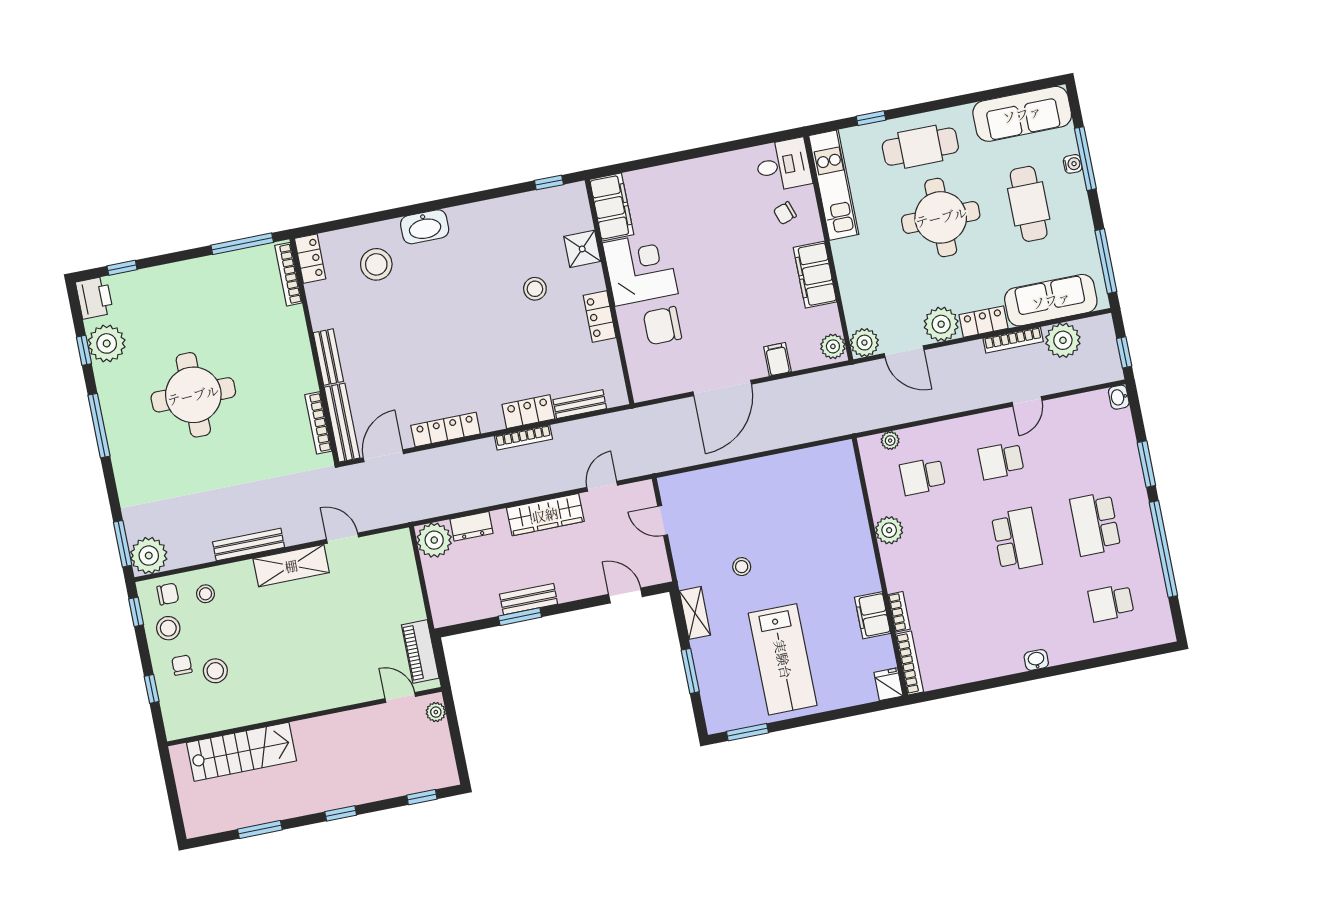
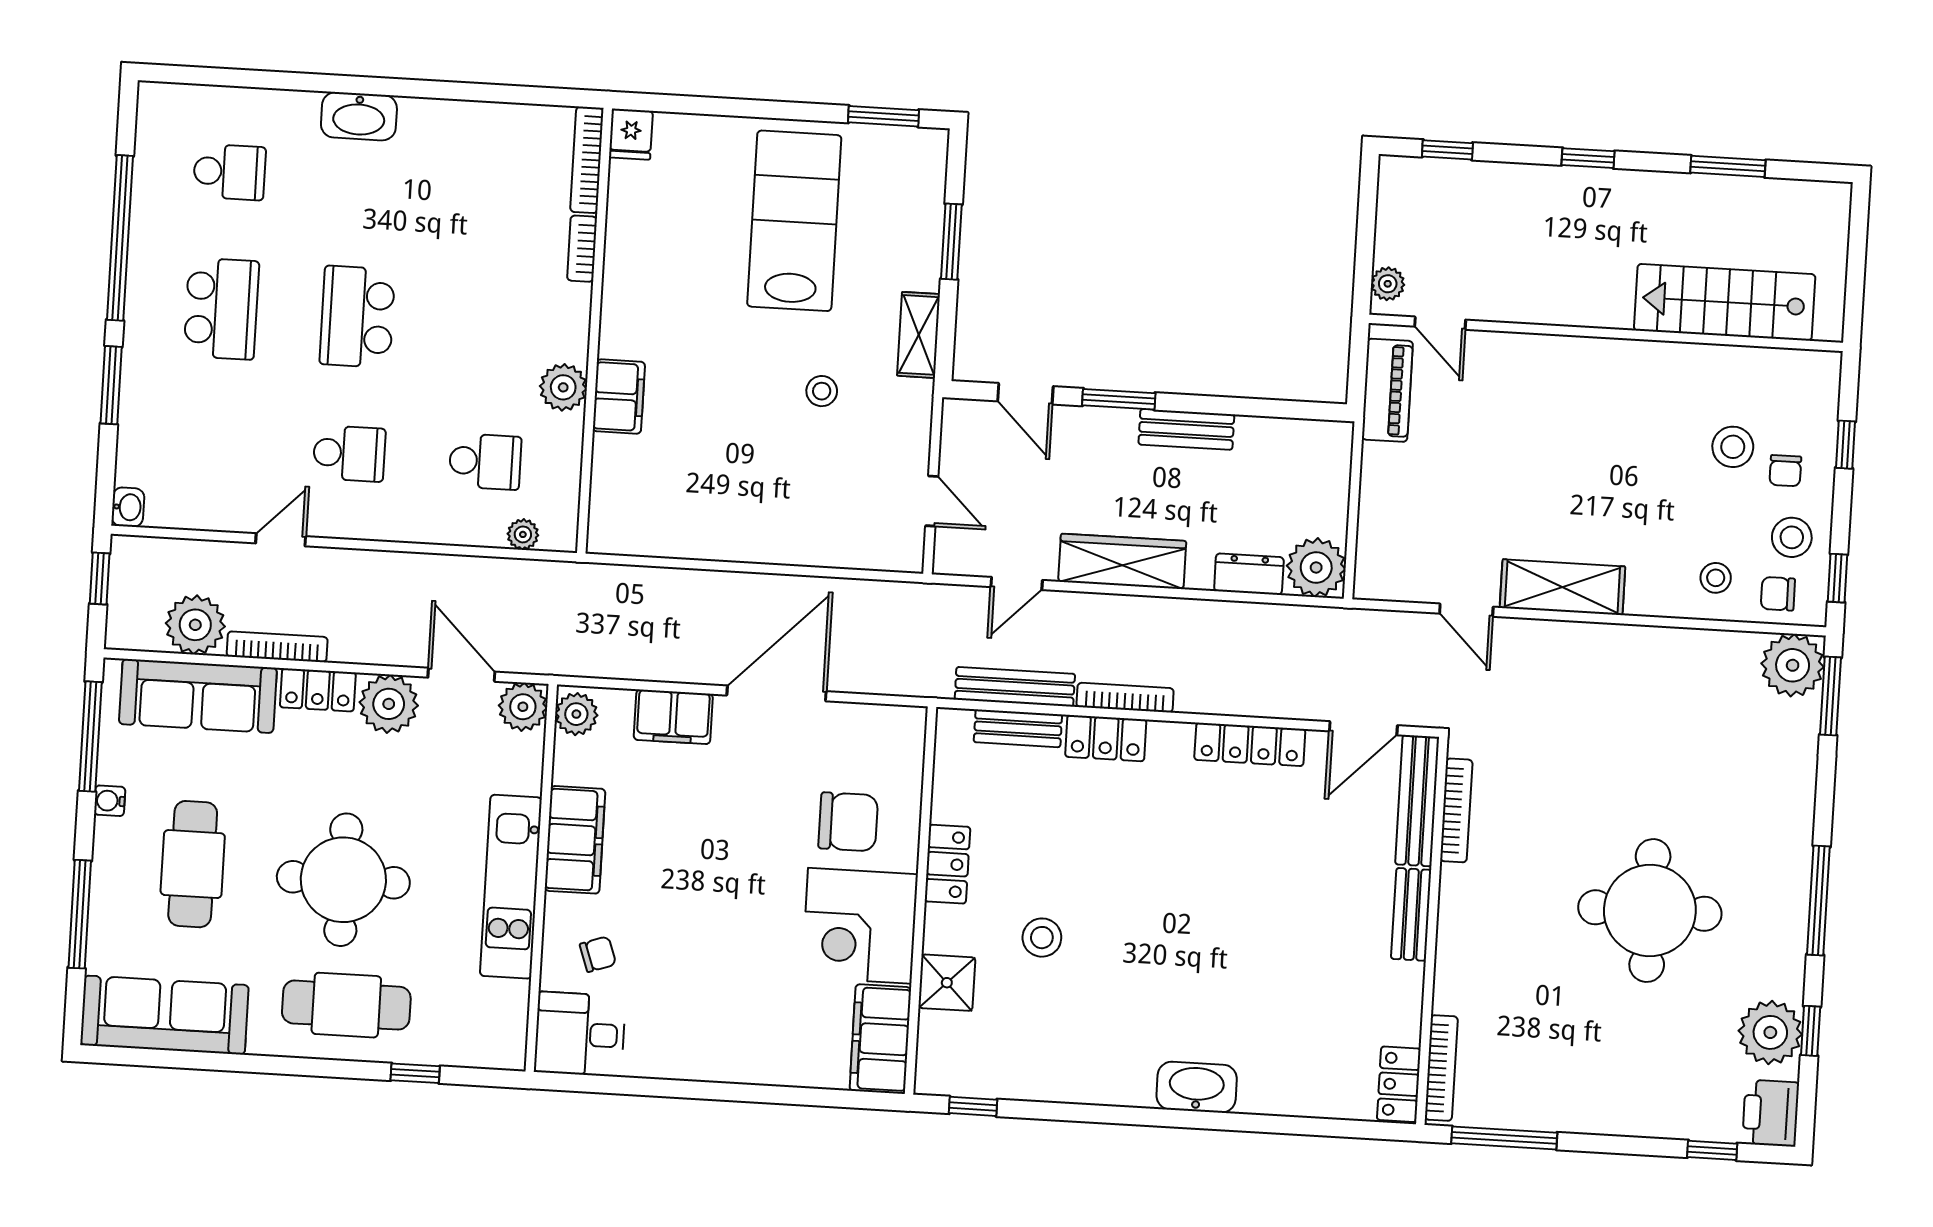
water cooler: (1073, 164) -> (110, 801), moved
kitchen unit: (834, 185) -> (511, 887), moved
stool: (376, 264) -> (1292, 1046), removed
filing cabinet: (777, 359) -> (673, 717), width x2.00
bench: (249, 545) -> (1015, 687), moved
filing cabinet: (873, 615) -> (619, 397), moved
window: (520, 617) -> (1119, 399), moved
washbasin: (1036, 660) -> (359, 116), width x1.91, depth x1.45

